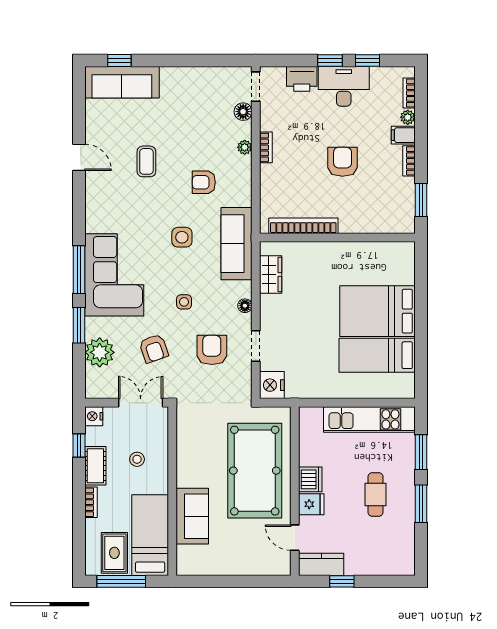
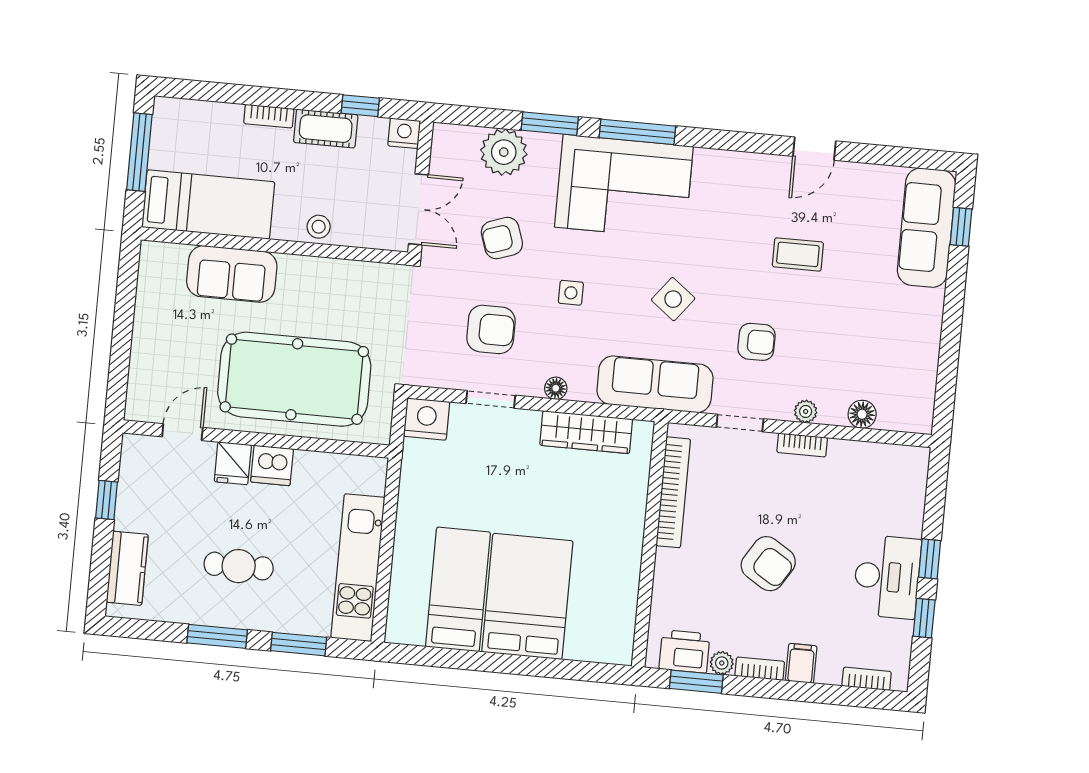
printer: (302, 79) -> (684, 651), moved, turned 90
doorway: (256, 87) -> (740, 423), moved
plant: (408, 117) -> (722, 663), moved
armchair: (343, 162) -> (768, 564), turned 32
armchair: (204, 182) -> (756, 342), turned 90
side table: (182, 237) -> (673, 299), turned 38
wardrobe: (271, 275) -> (586, 432), width x1.50
stool: (137, 459) -> (319, 227), moved
rug: (114, 553) -> (185, 146), removed
kitchen counter: (321, 564) -> (127, 568), moved

